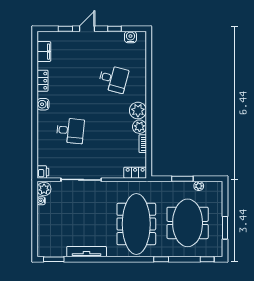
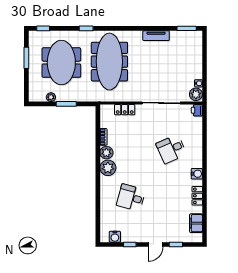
desk: (70, 131) -> (171, 149), turned -30
locker: (135, 173) -> (125, 110), moved
tv unit: (87, 252) -> (156, 36), width x0.71

